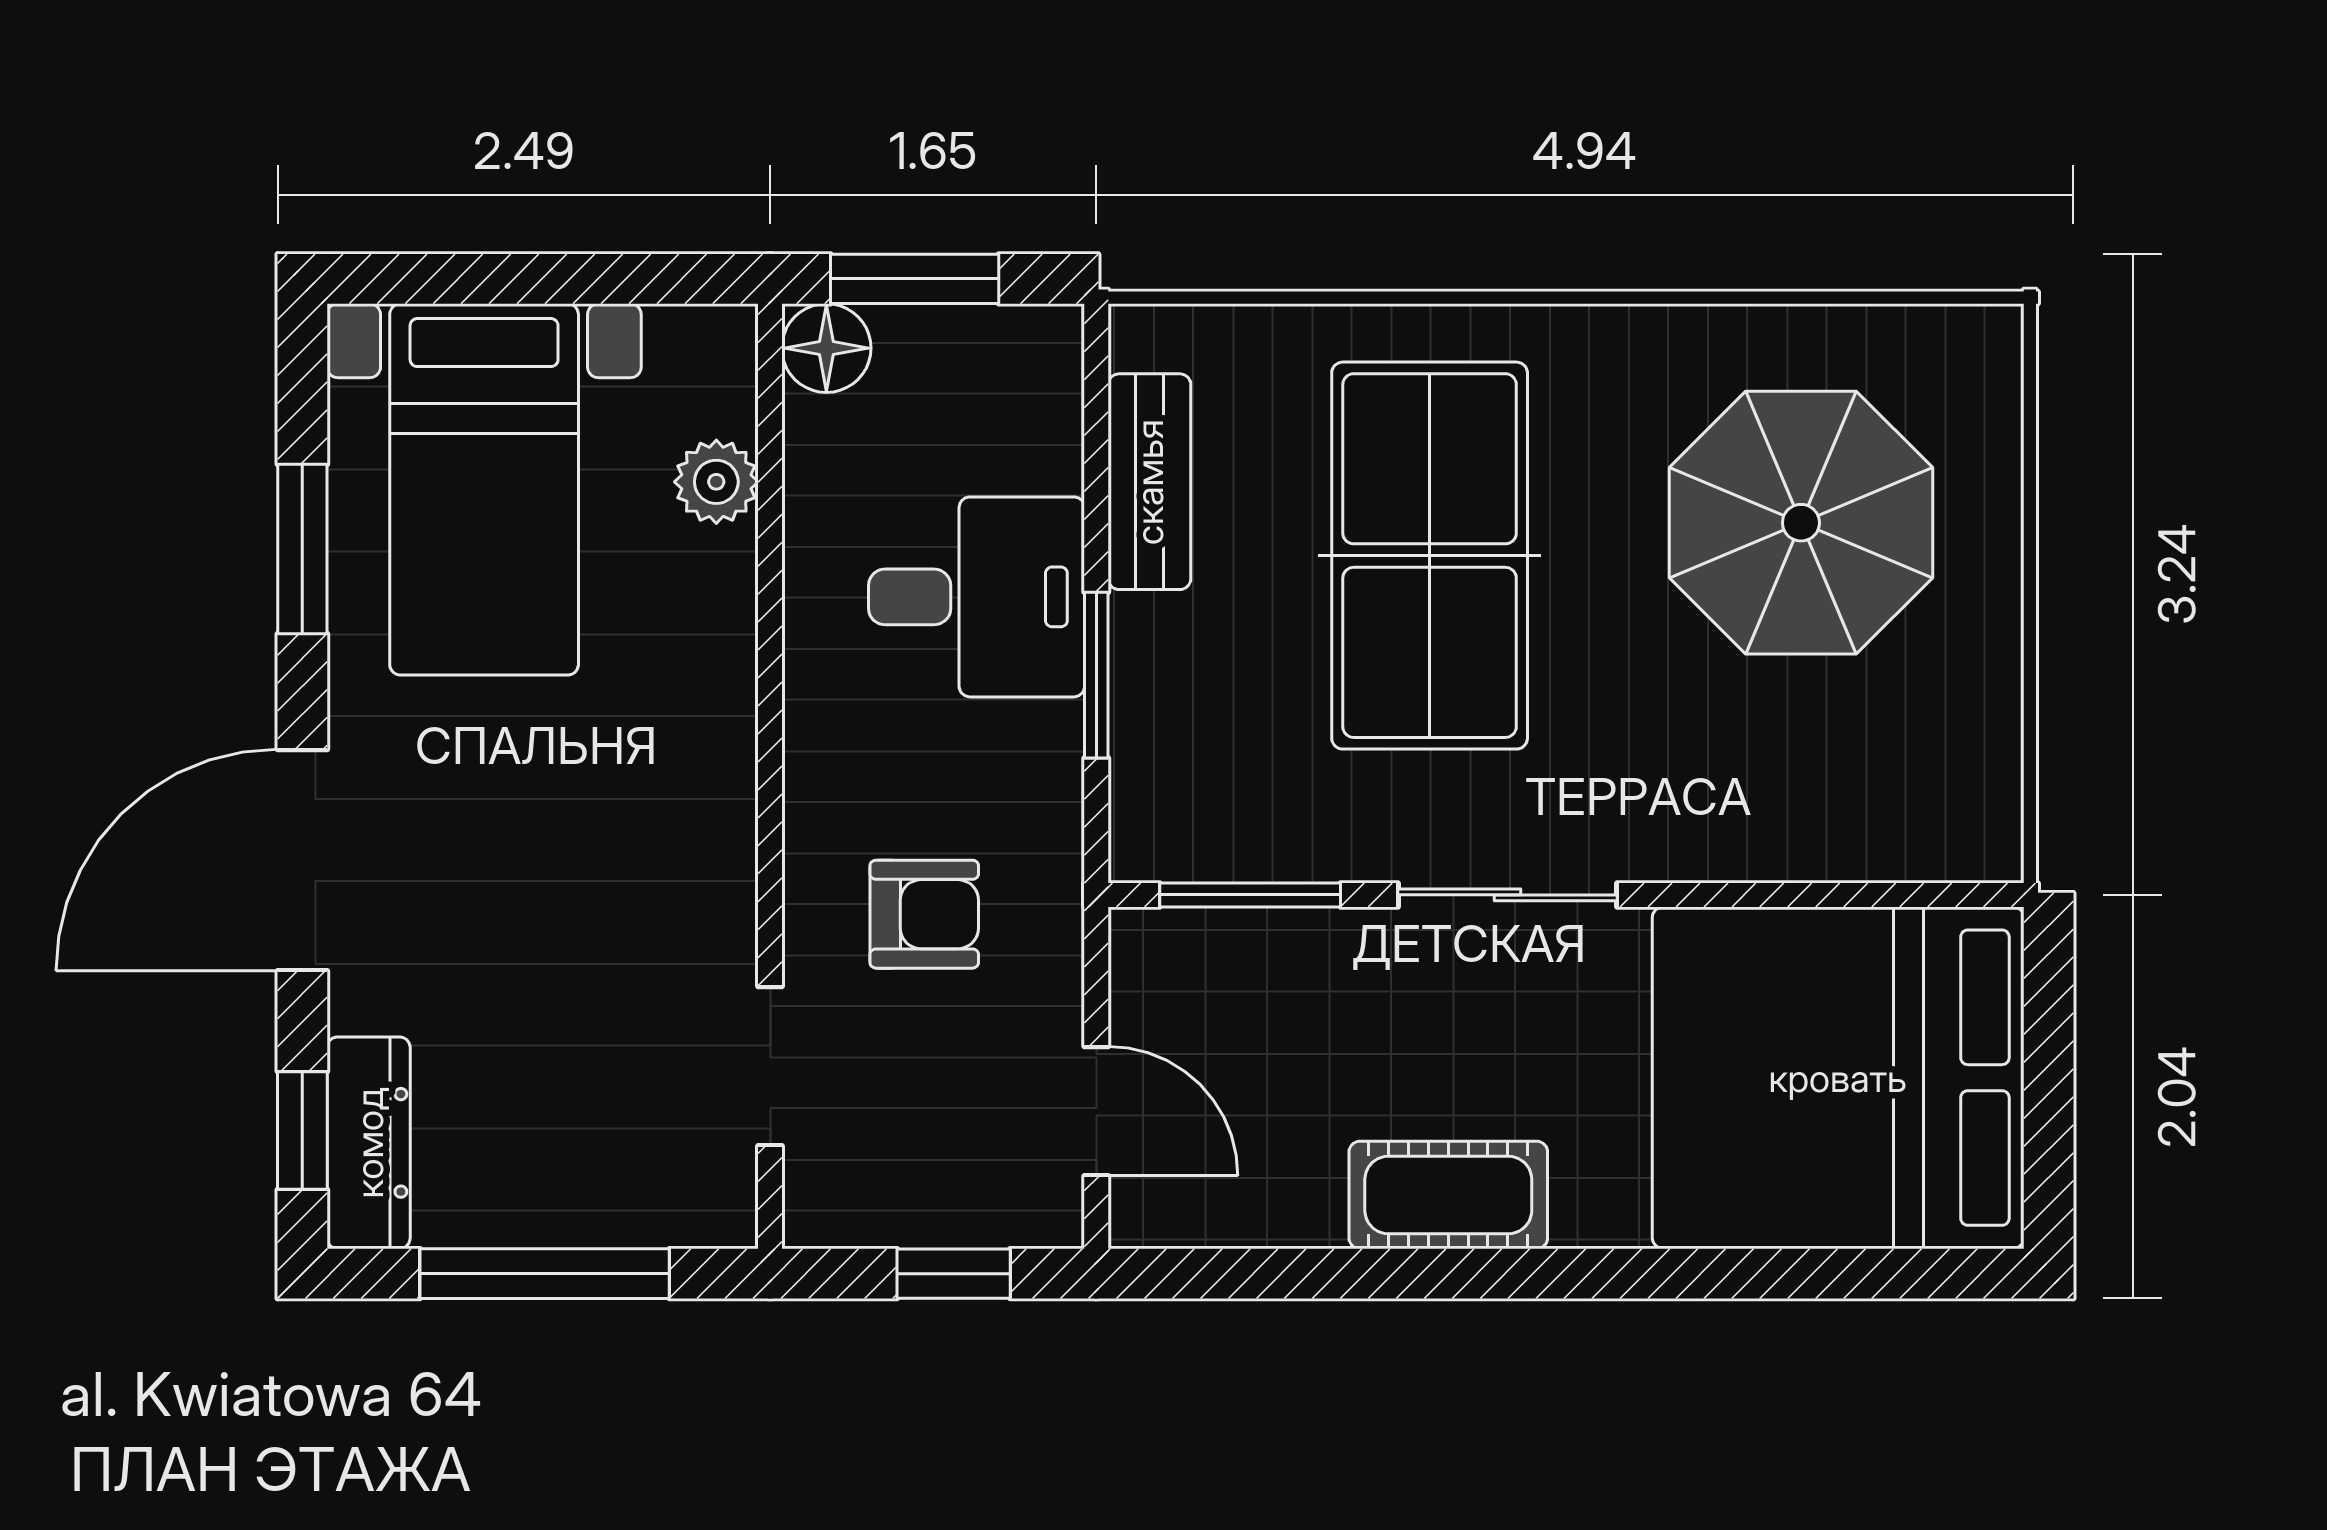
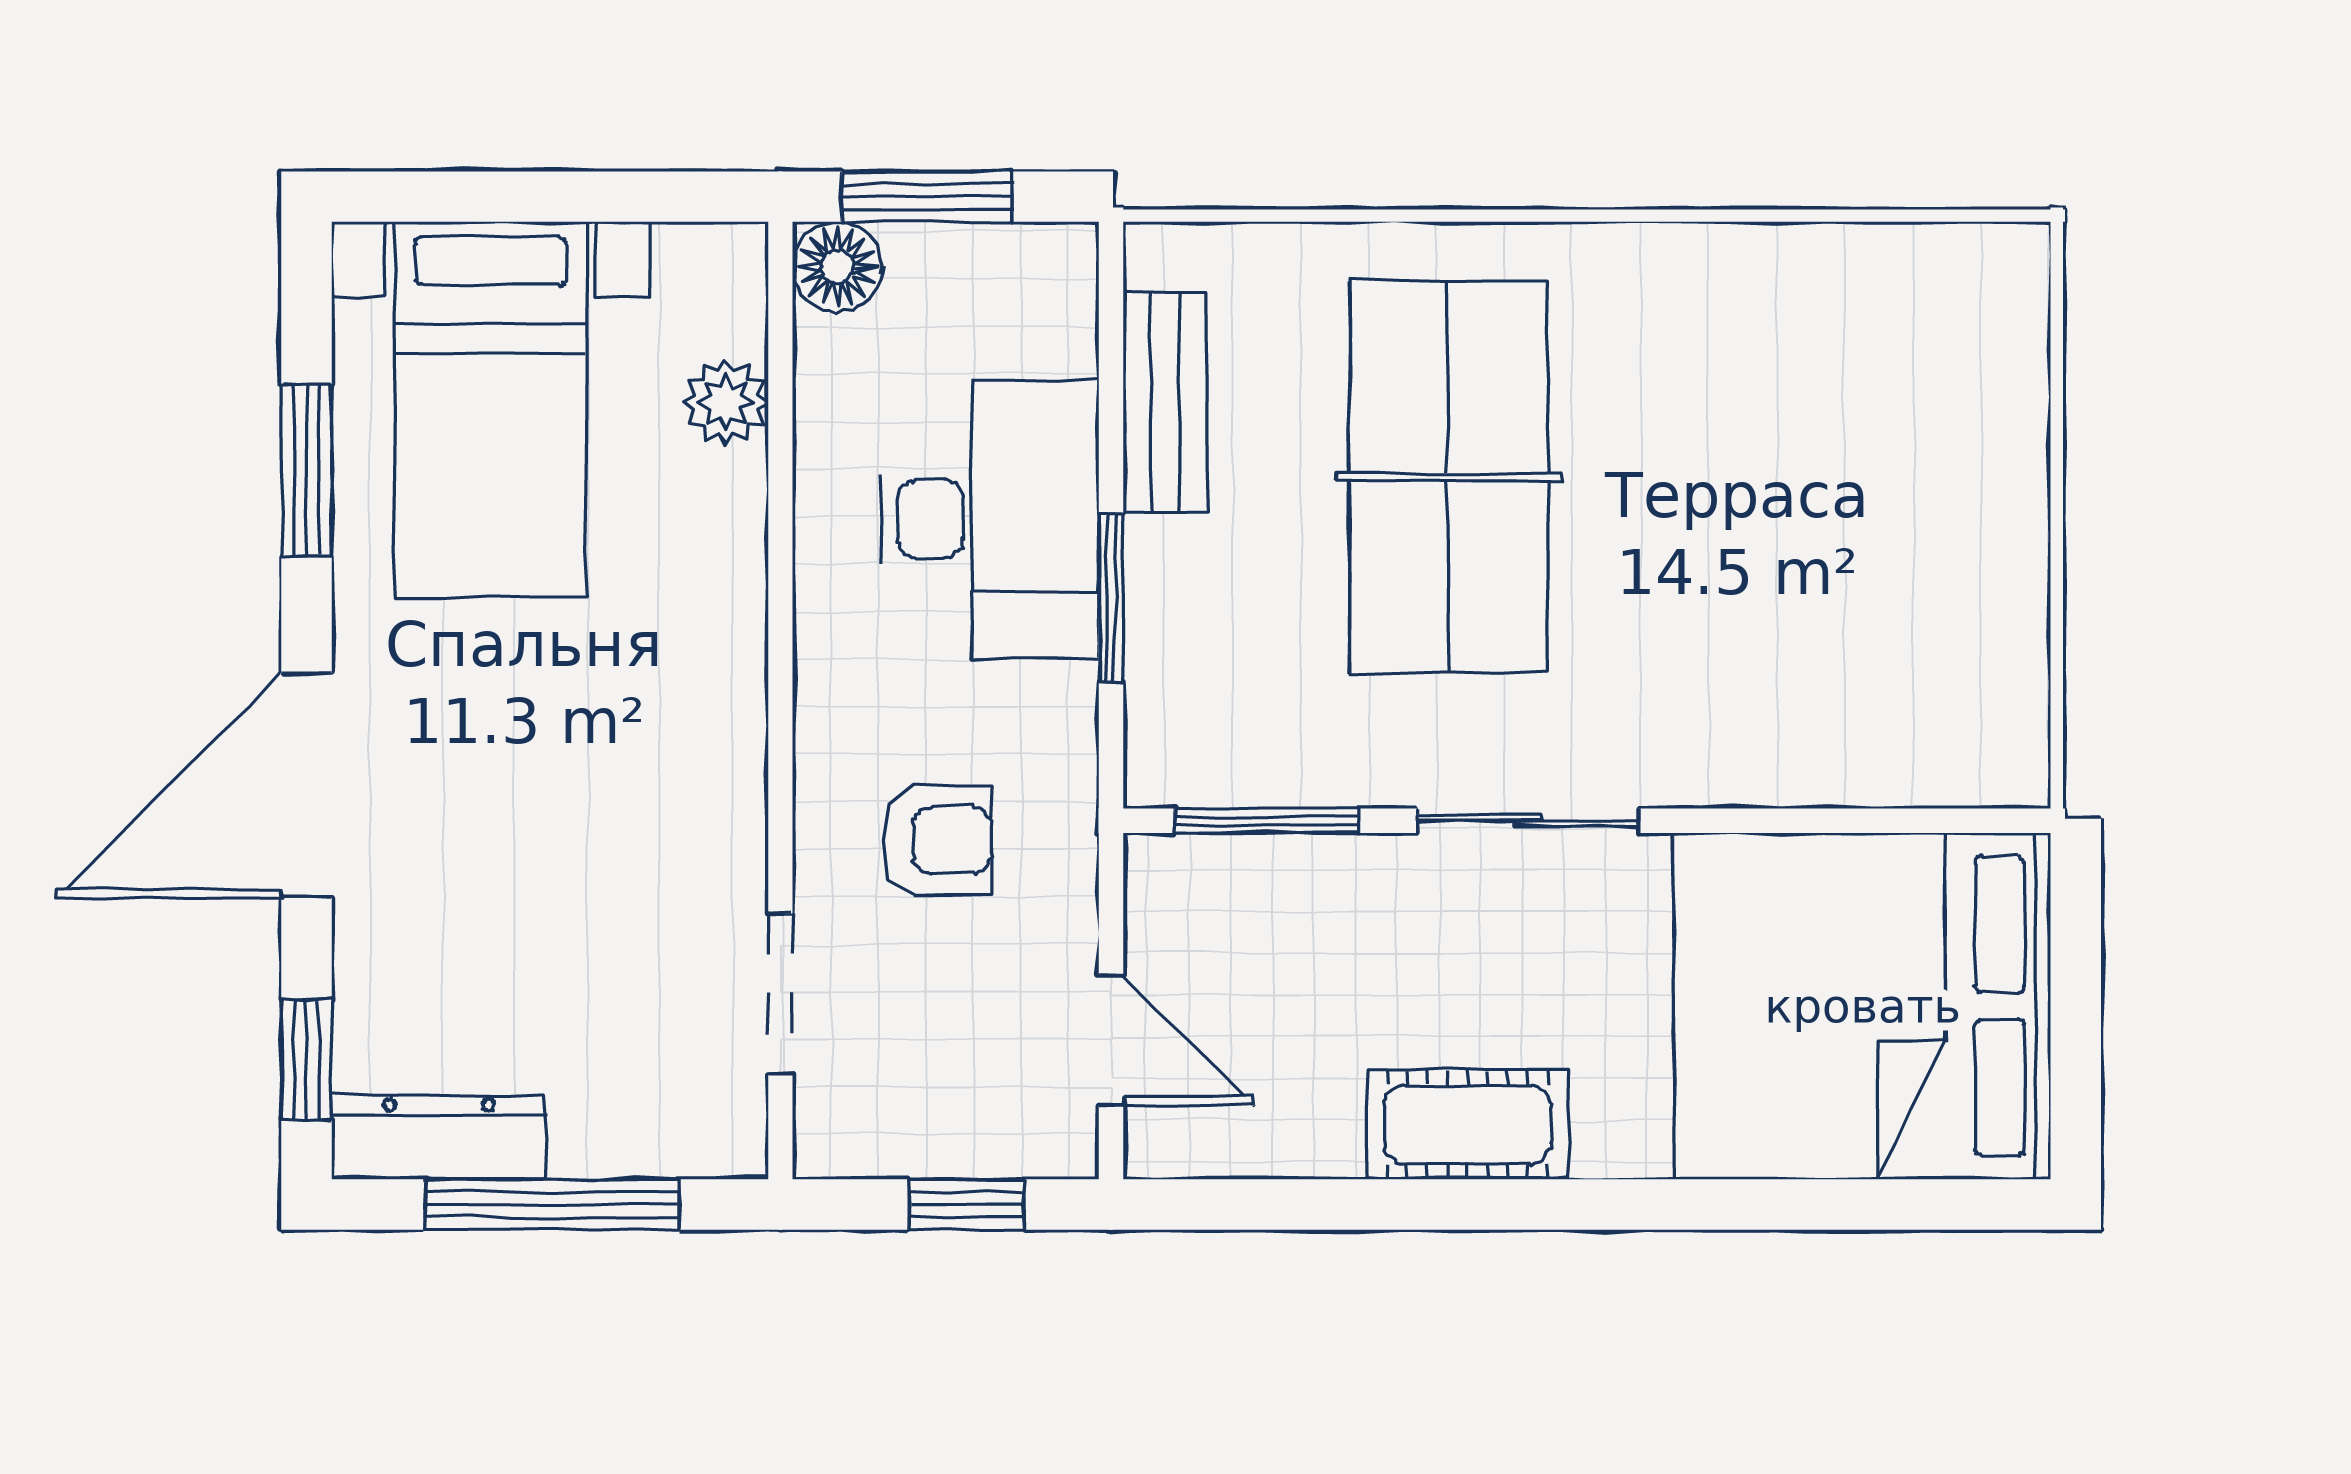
parasol: (1801, 523) -> (1825, 444), removed
desk: (977, 597) -> (990, 519), width x1.37
dresser: (369, 1143) -> (439, 1137), moved, turned -90

